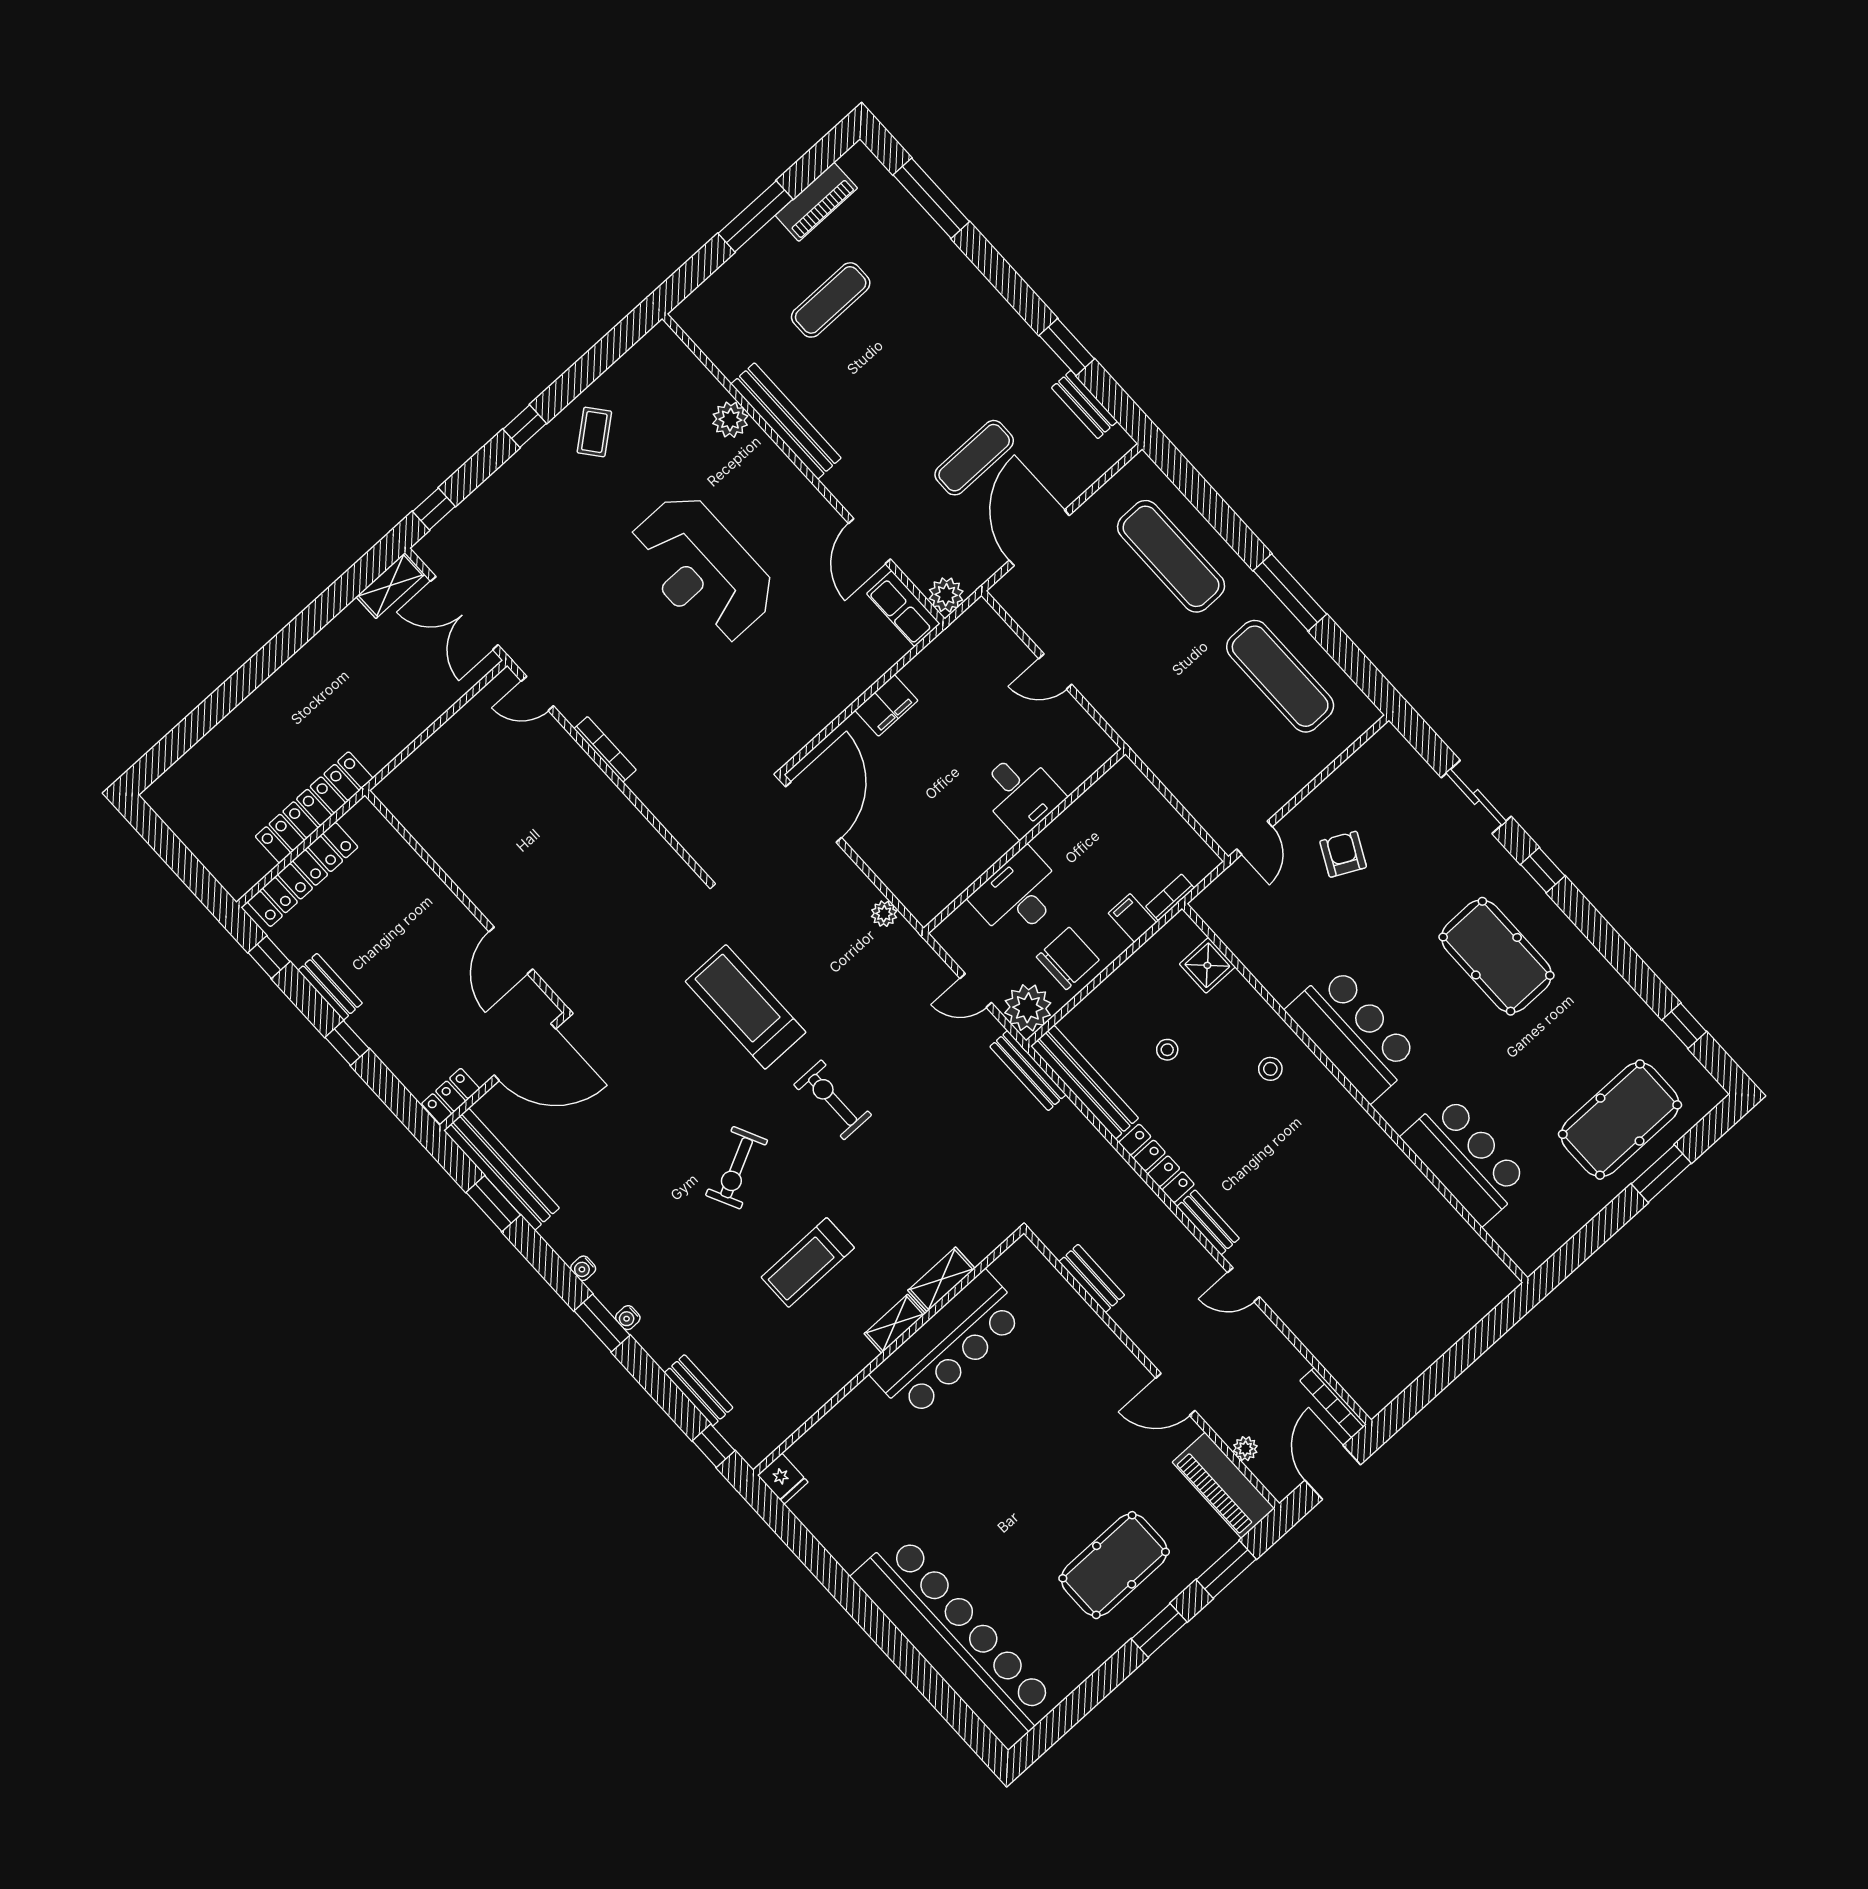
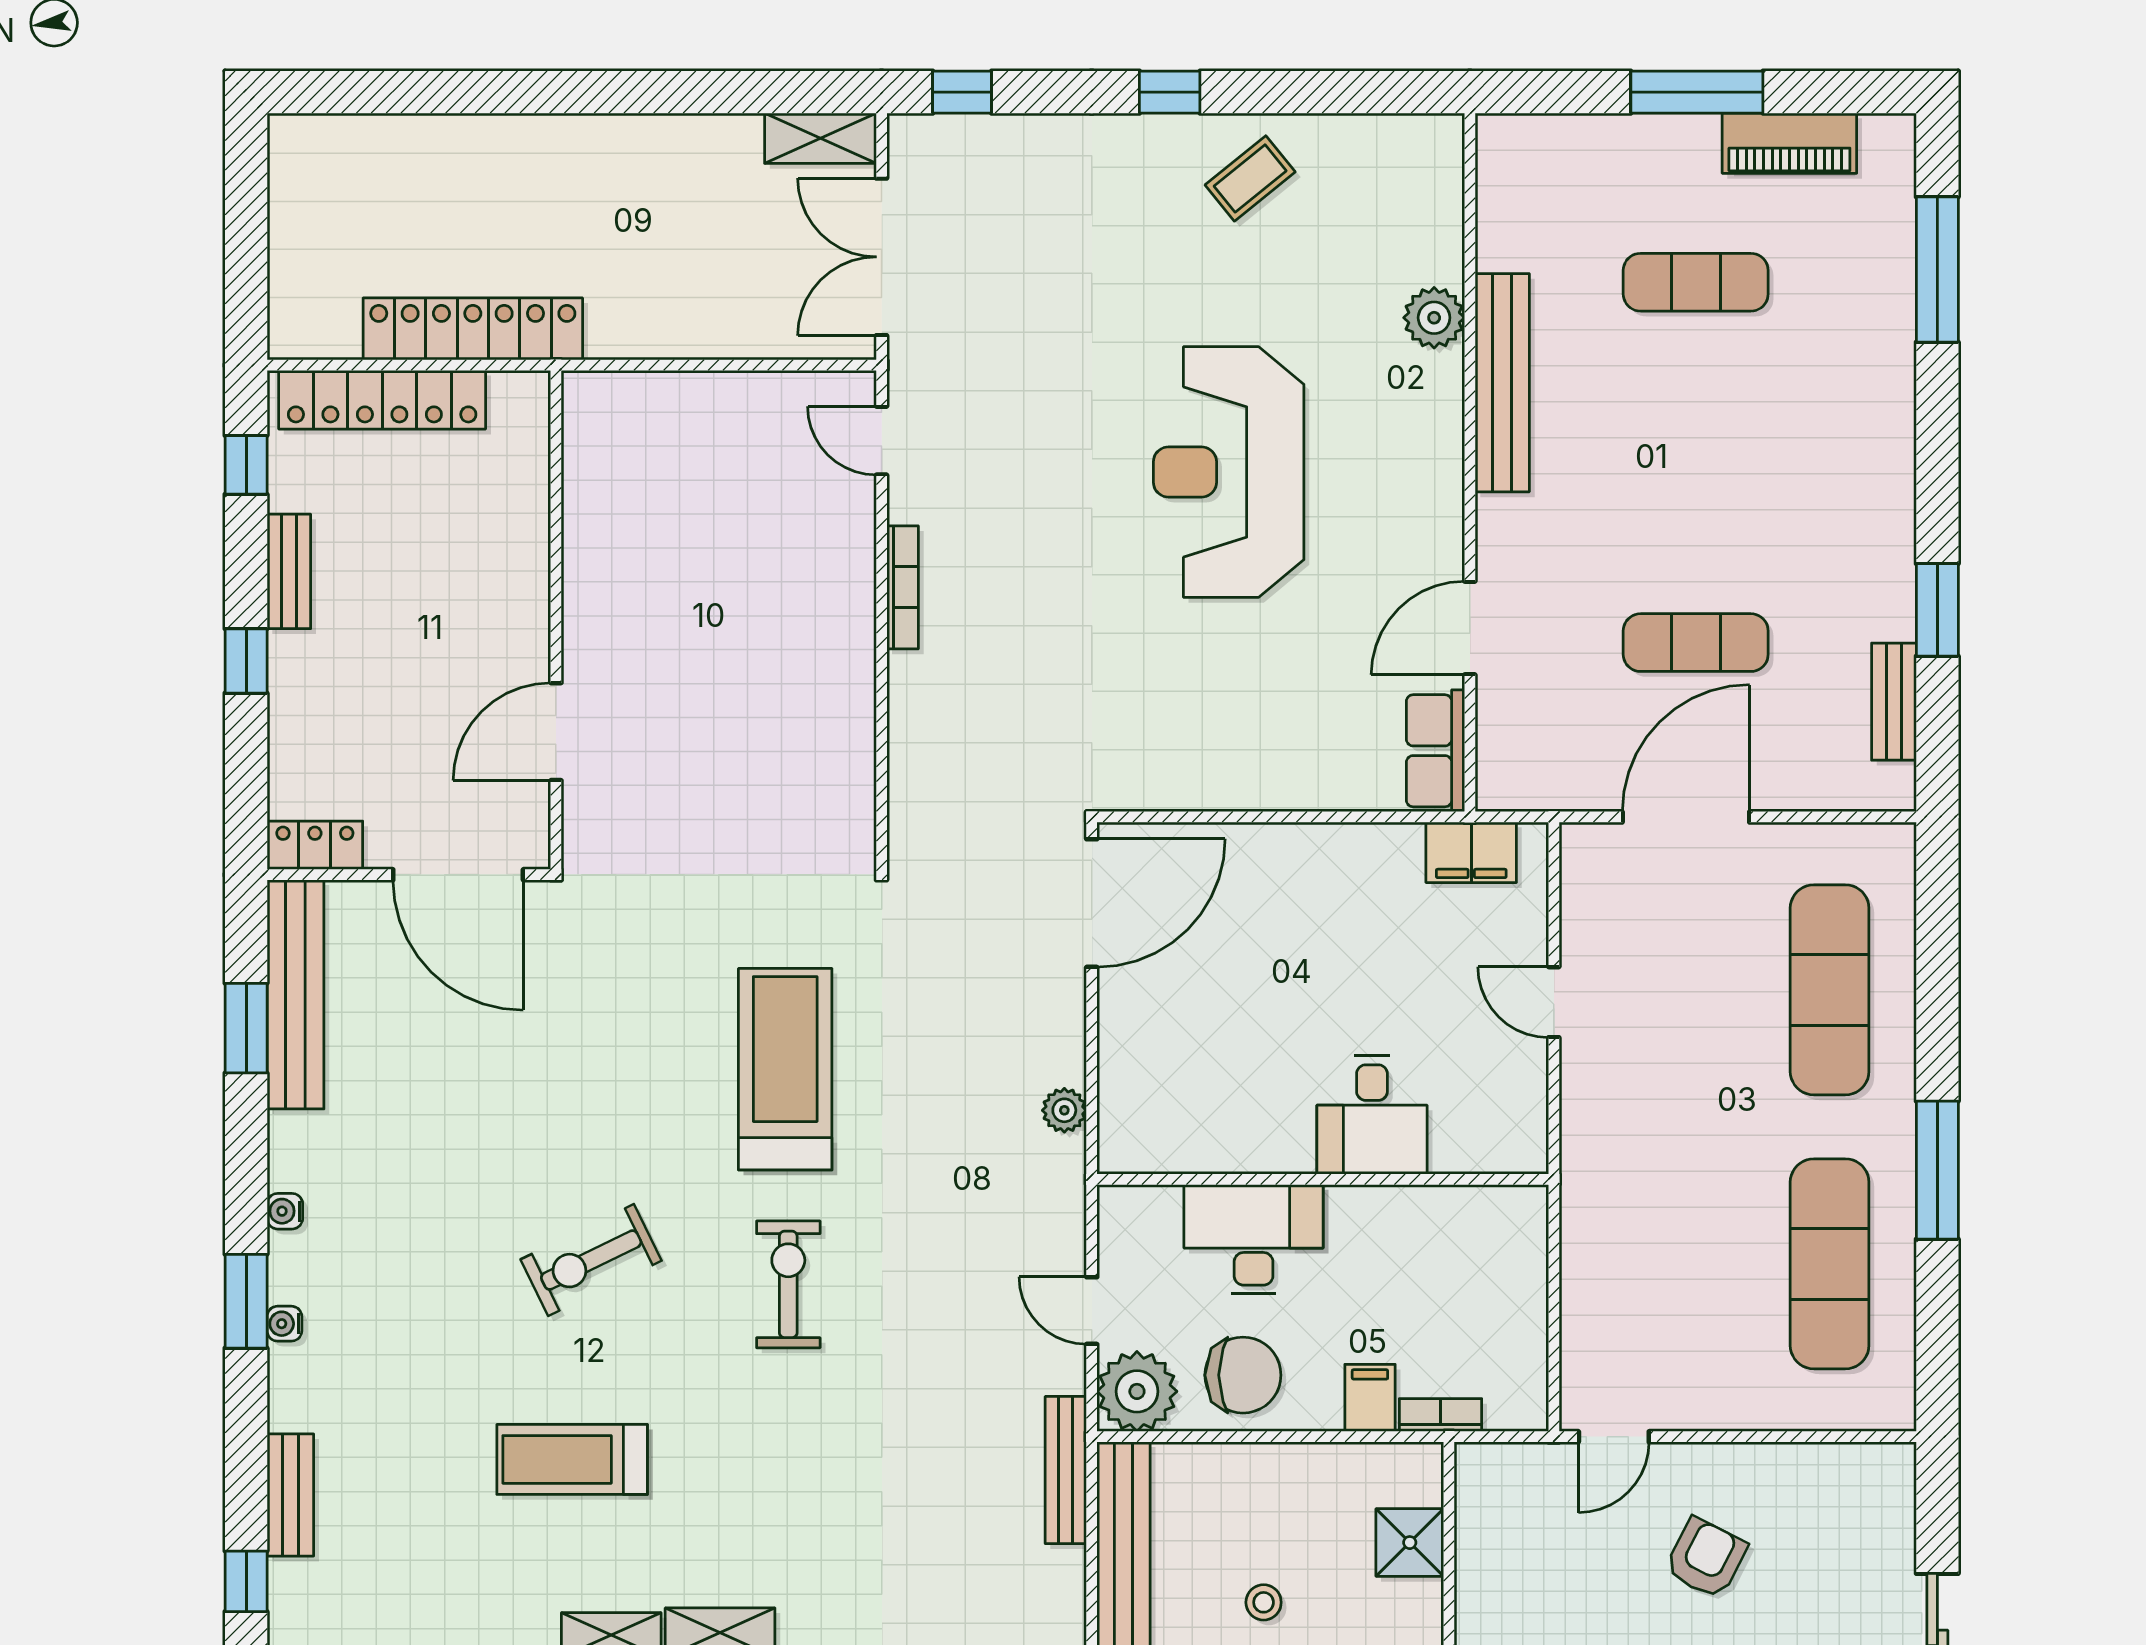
plant: (946, 595) -> (1505, 782), removed
filing cabinet: (886, 705) -> (1471, 852), moved

